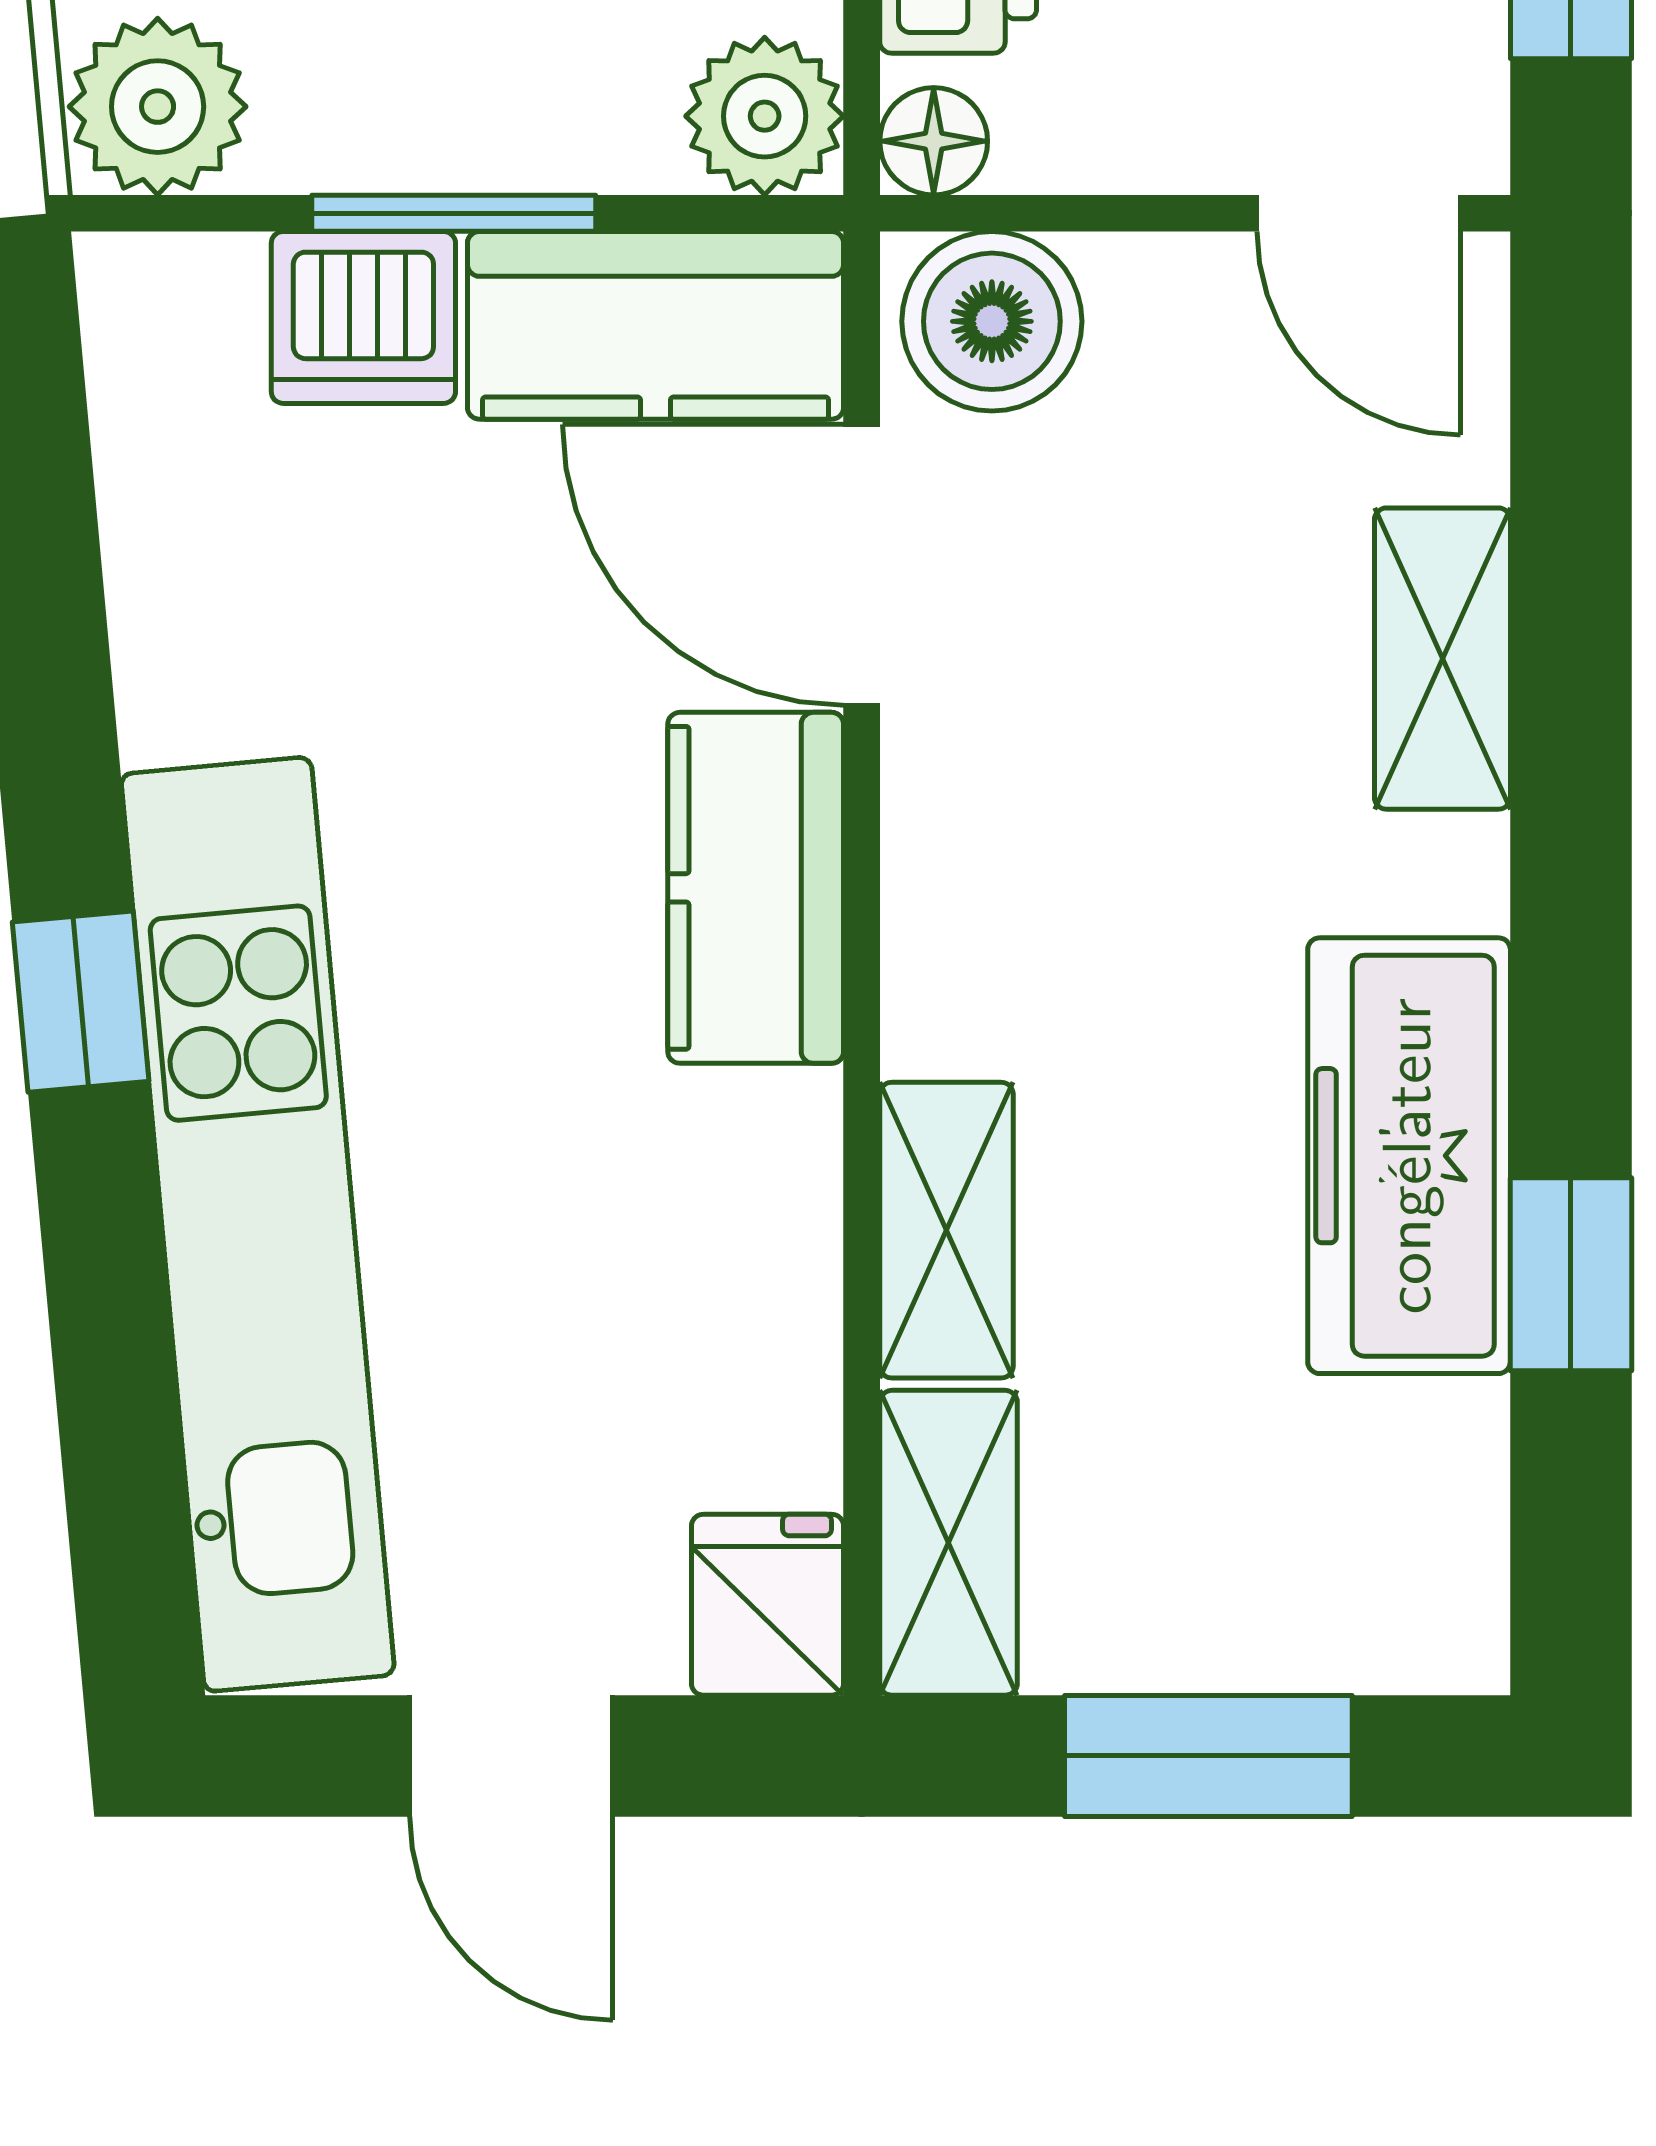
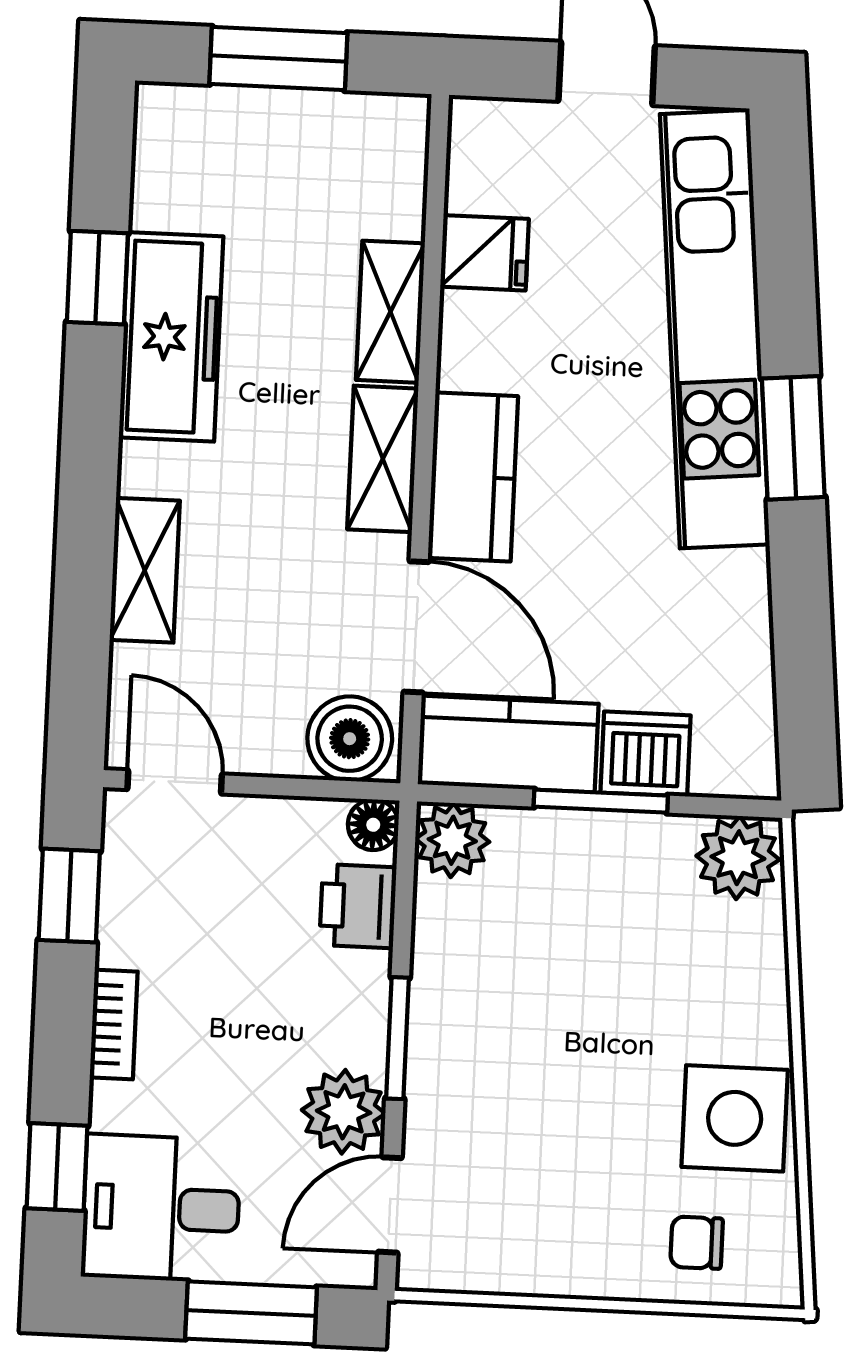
window: (81, 1002) -> (793, 438), width x1.50
shelving: (949, 1543) -> (383, 459), moved
fridge: (767, 1605) -> (484, 253), moved, turned -90

